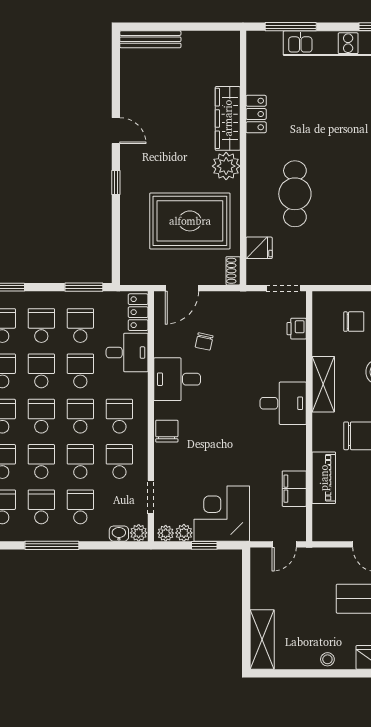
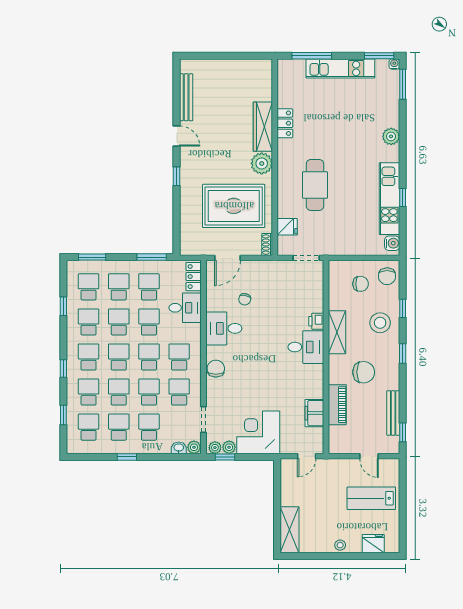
bench: (150, 39) -> (186, 97), moved, turned 90
printer: (297, 329) -> (316, 321), moved
window: (52, 545) -> (127, 457), width x0.46
window: (204, 545) -> (225, 457), moved

